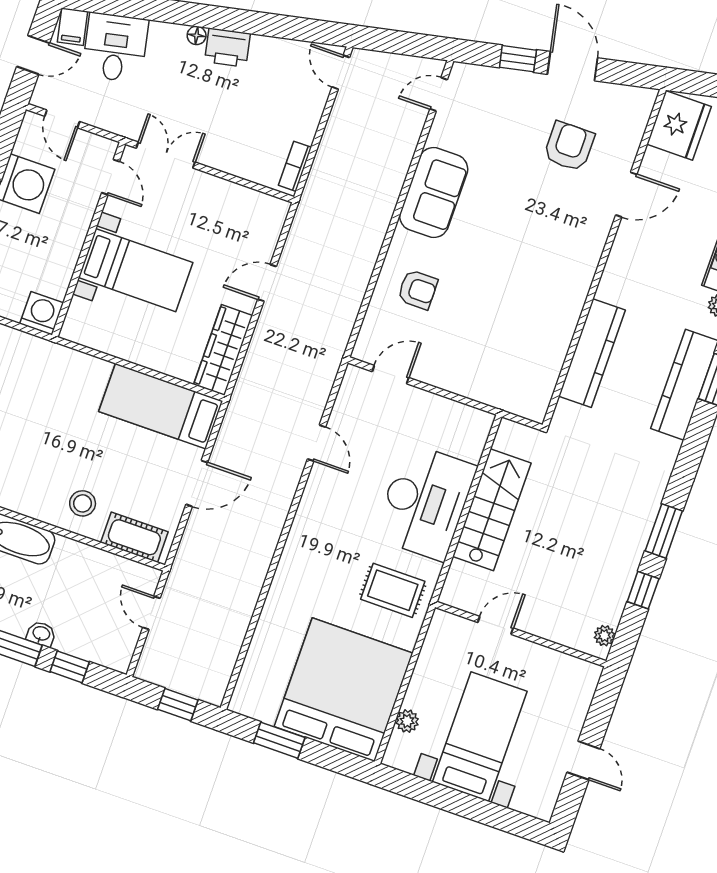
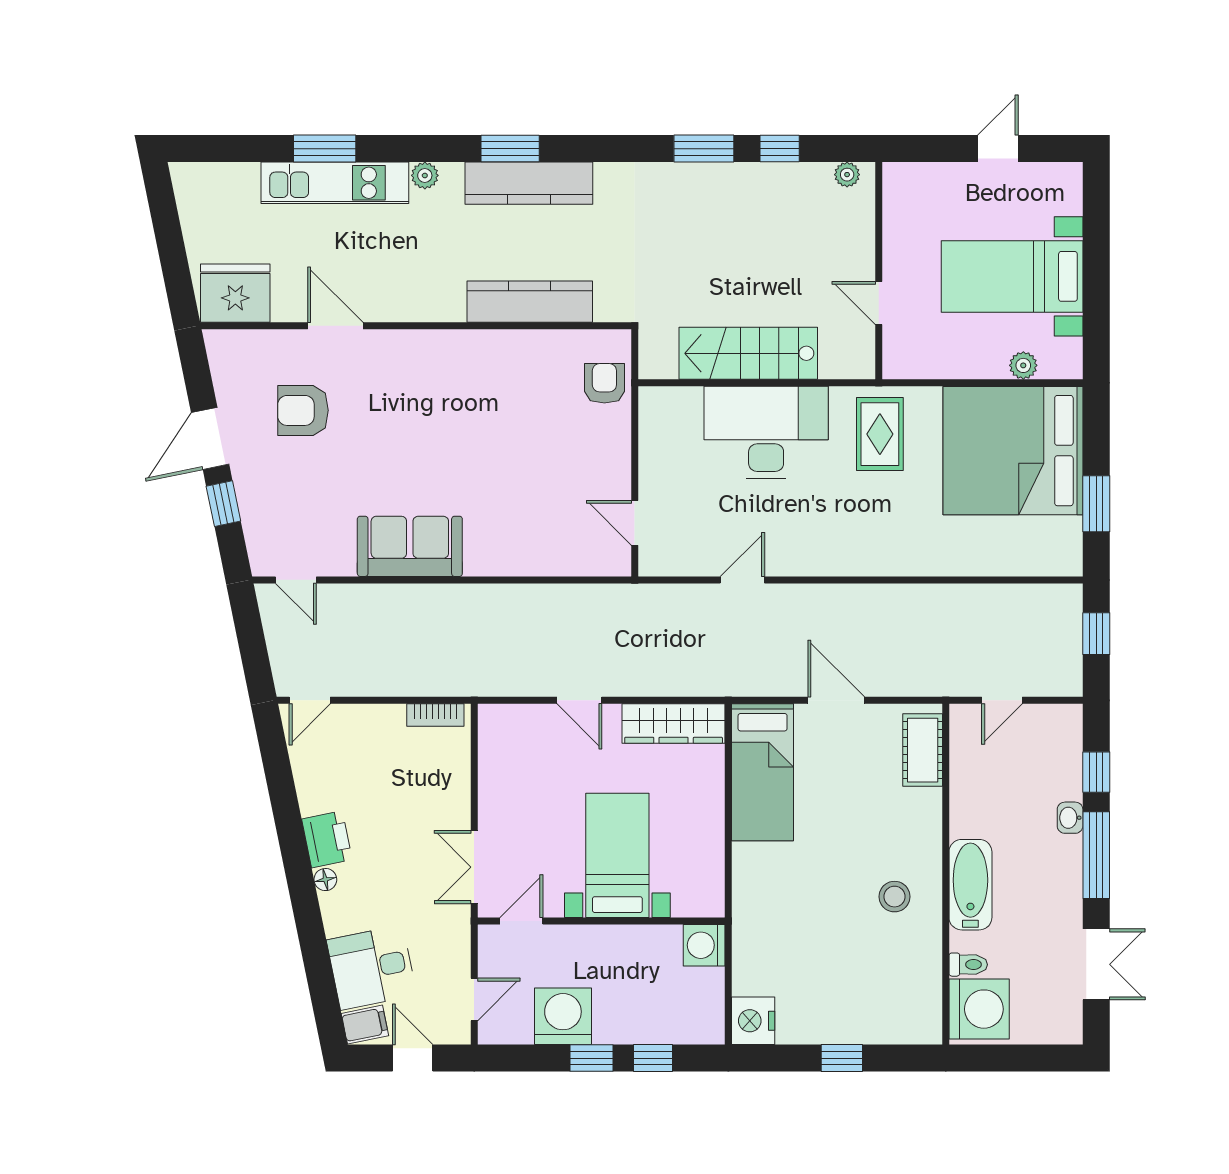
armchair: (418, 290) -> (604, 383), moved
stool: (83, 503) -> (895, 897), moved

